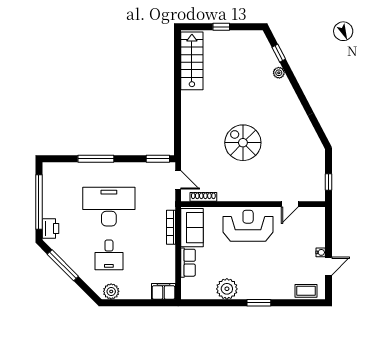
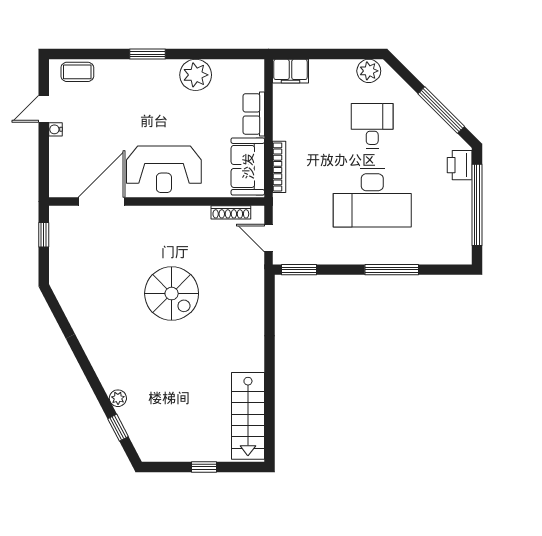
door: (290, 204) -> (102, 201), width x1.88

